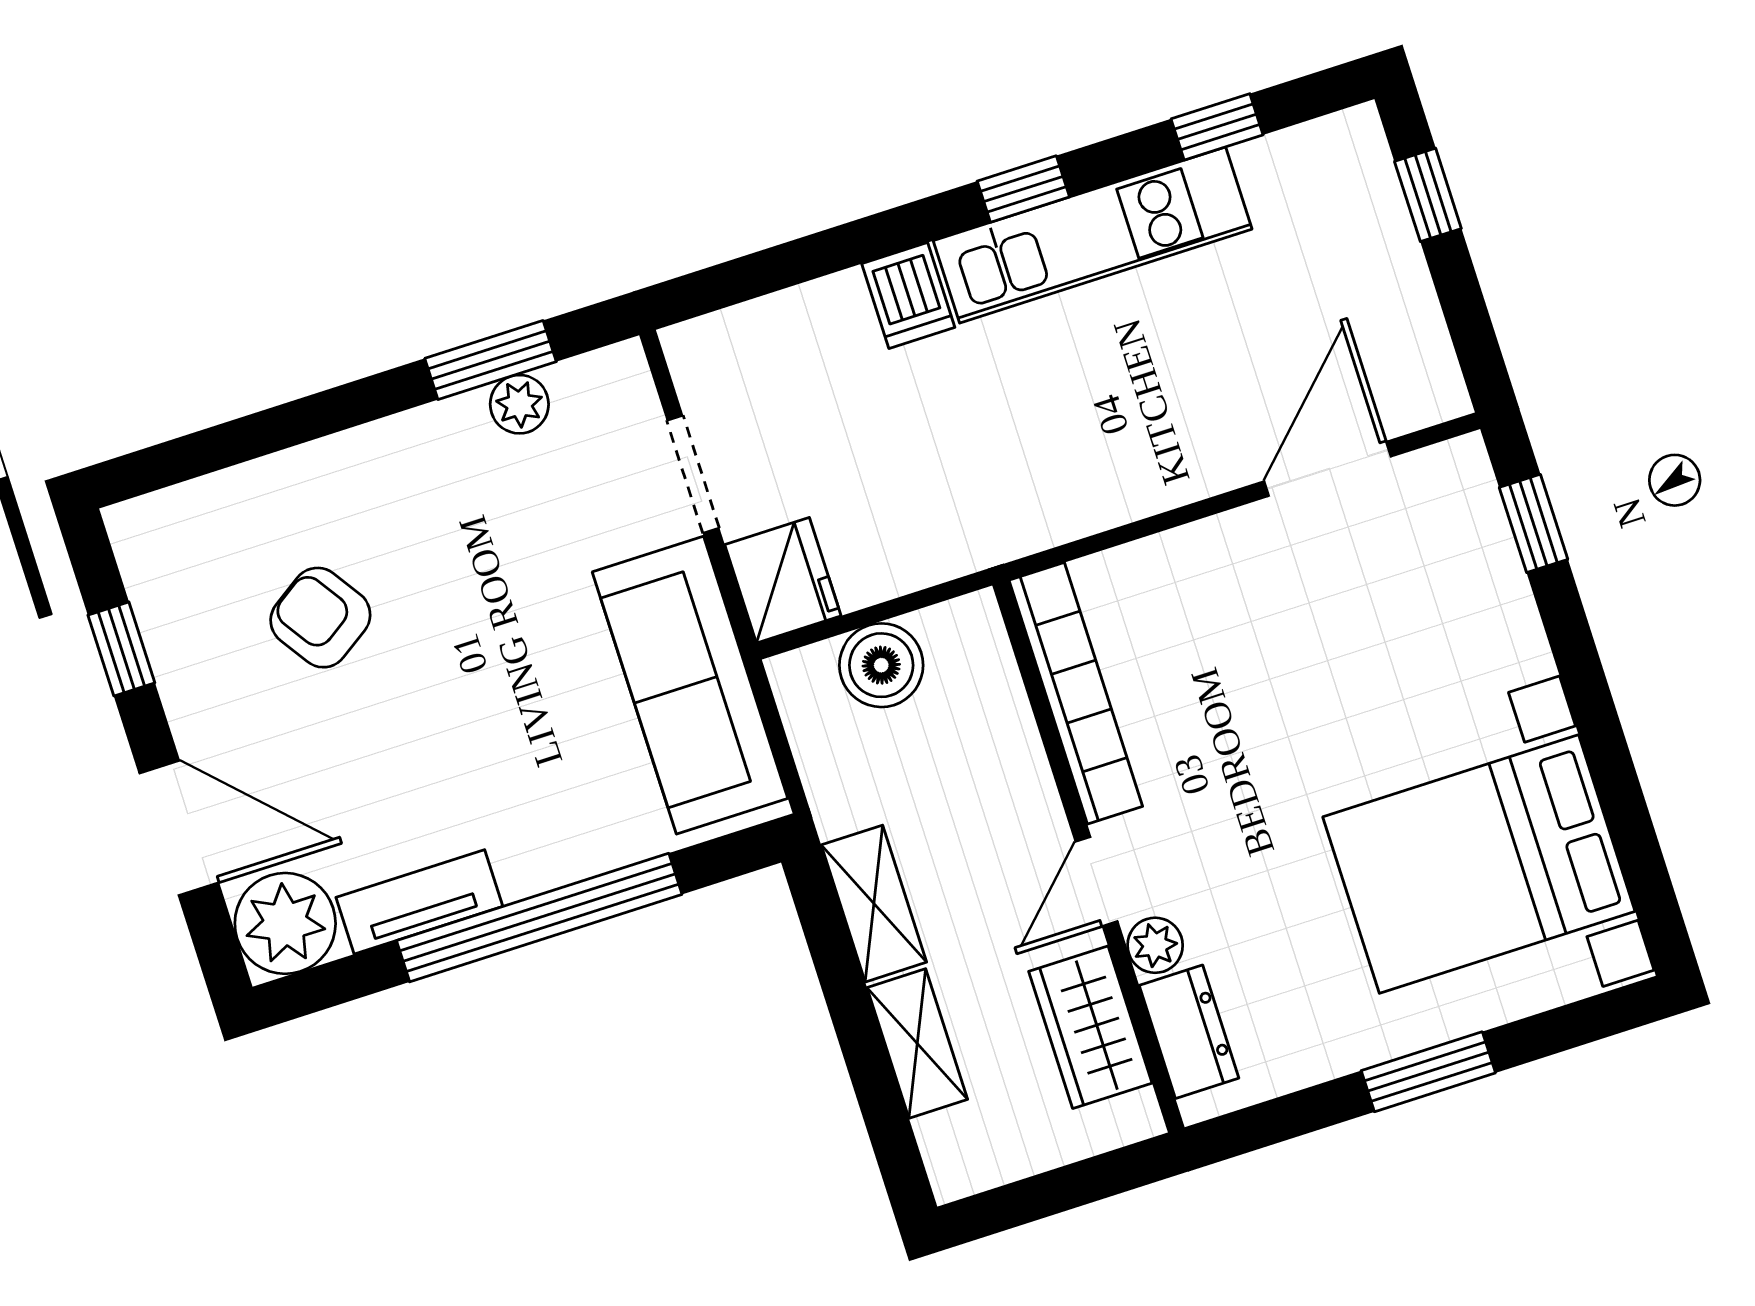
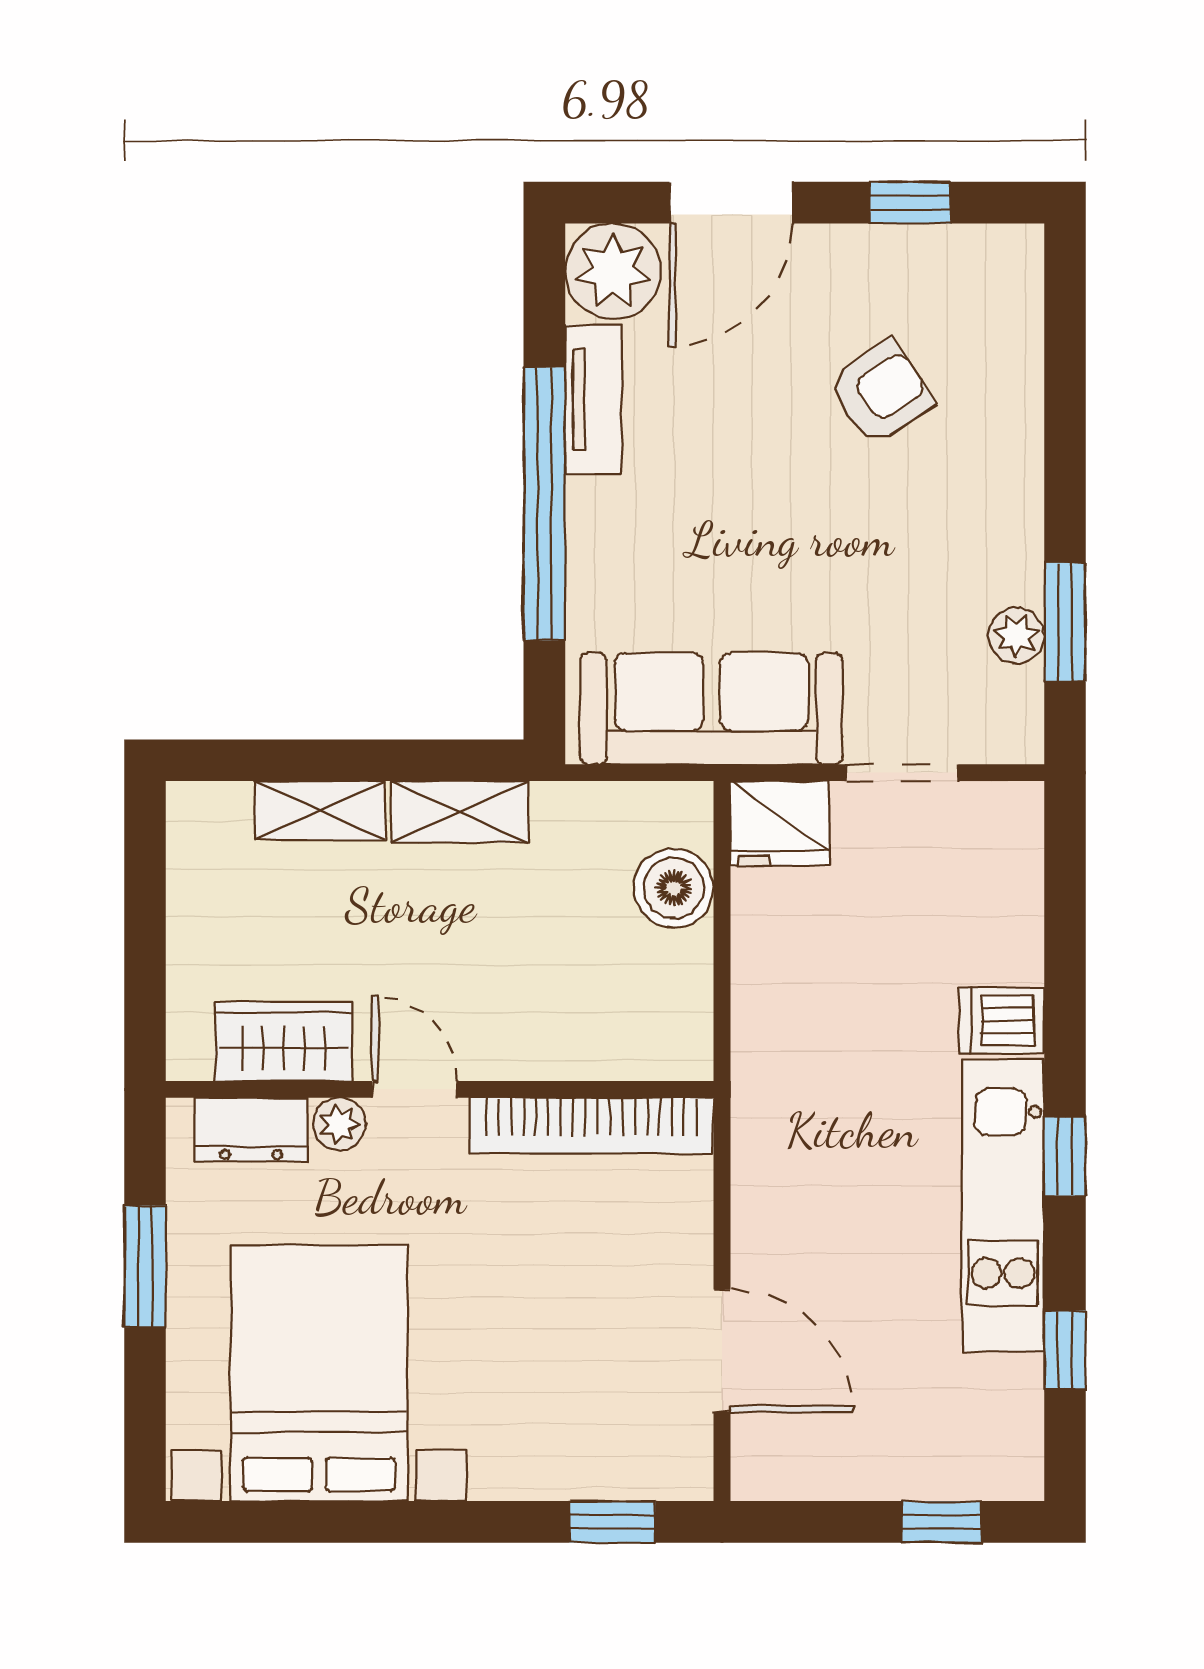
bookcase: (1076, 693) -> (592, 1125), moved
wall: (1088, 856) -> (440, 1089), moved
door: (1097, 881) -> (415, 1089), moved
plant: (1155, 945) -> (340, 1124), moved
wardrobe: (1090, 1027) -> (284, 1041), moved
dresser: (1189, 1032) -> (251, 1130), moved

